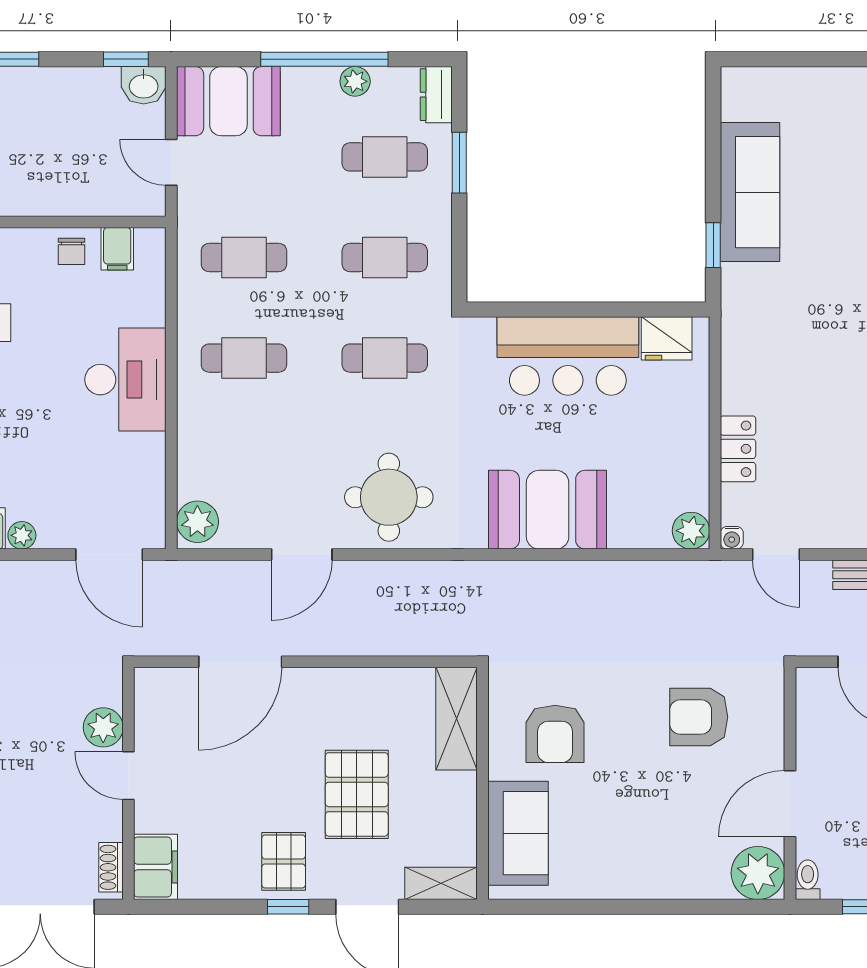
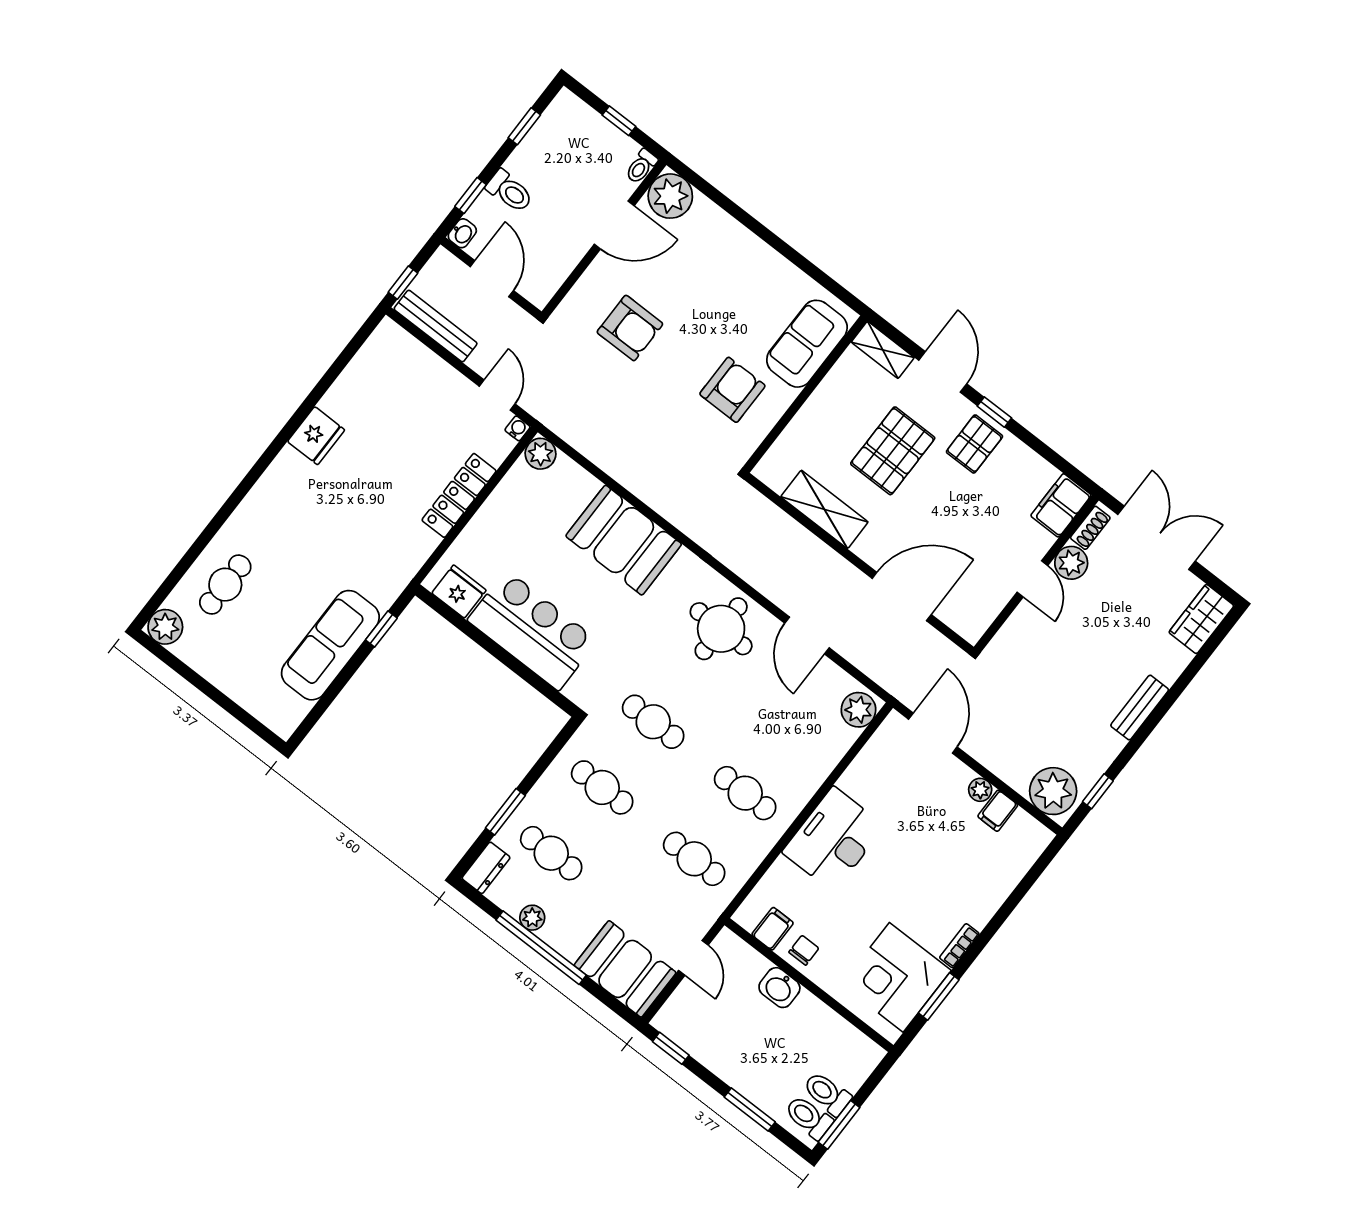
washbasin: (144, 85) -> (779, 988), moved, turned 180
locker: (738, 449) -> (459, 495), width x1.53
door: (302, 555) -> (807, 635), swing flipped
shelving: (456, 719) -> (824, 509), moved, turned 90
plant: (103, 727) -> (1071, 563), moved

